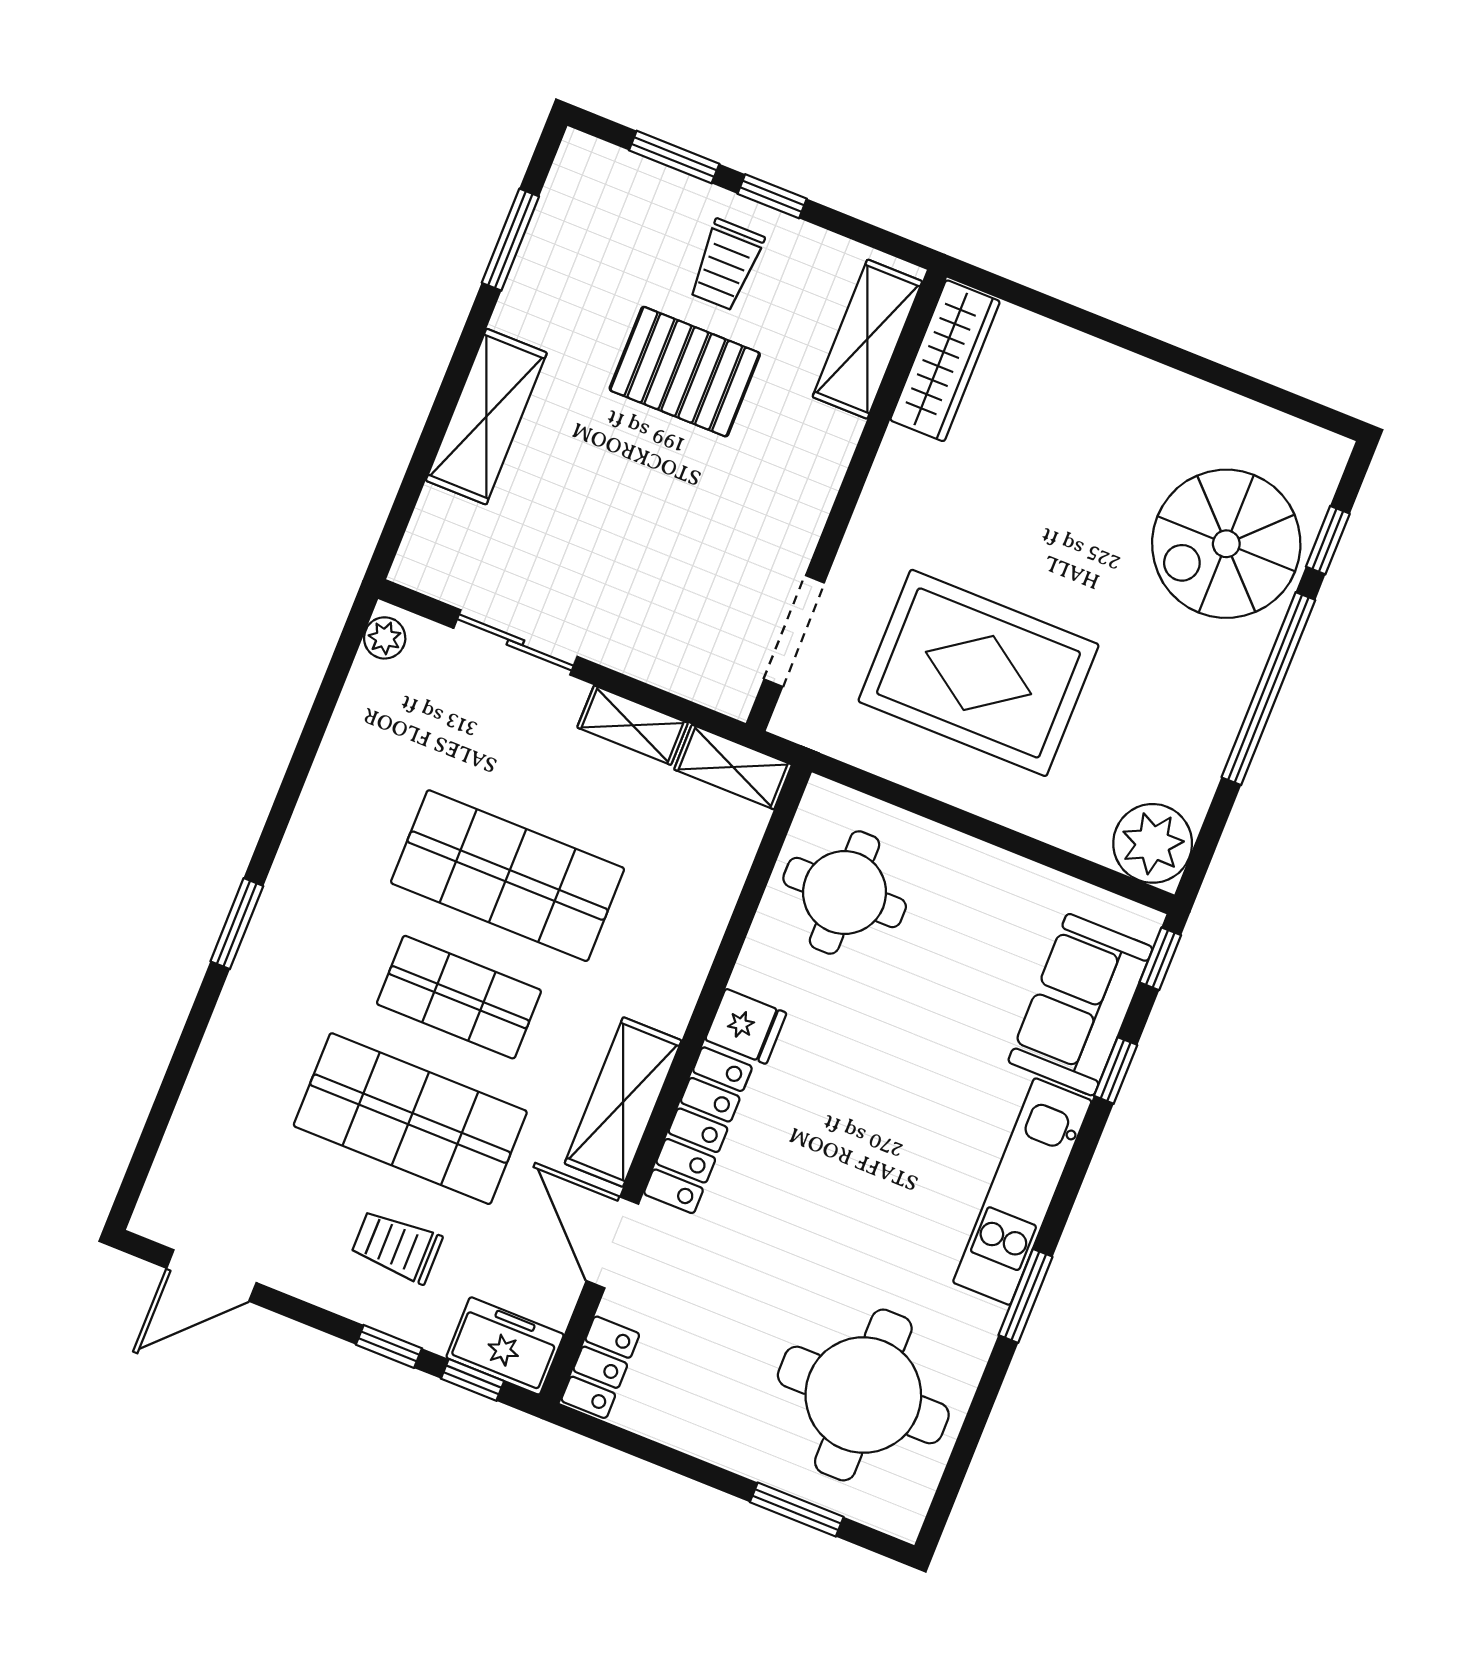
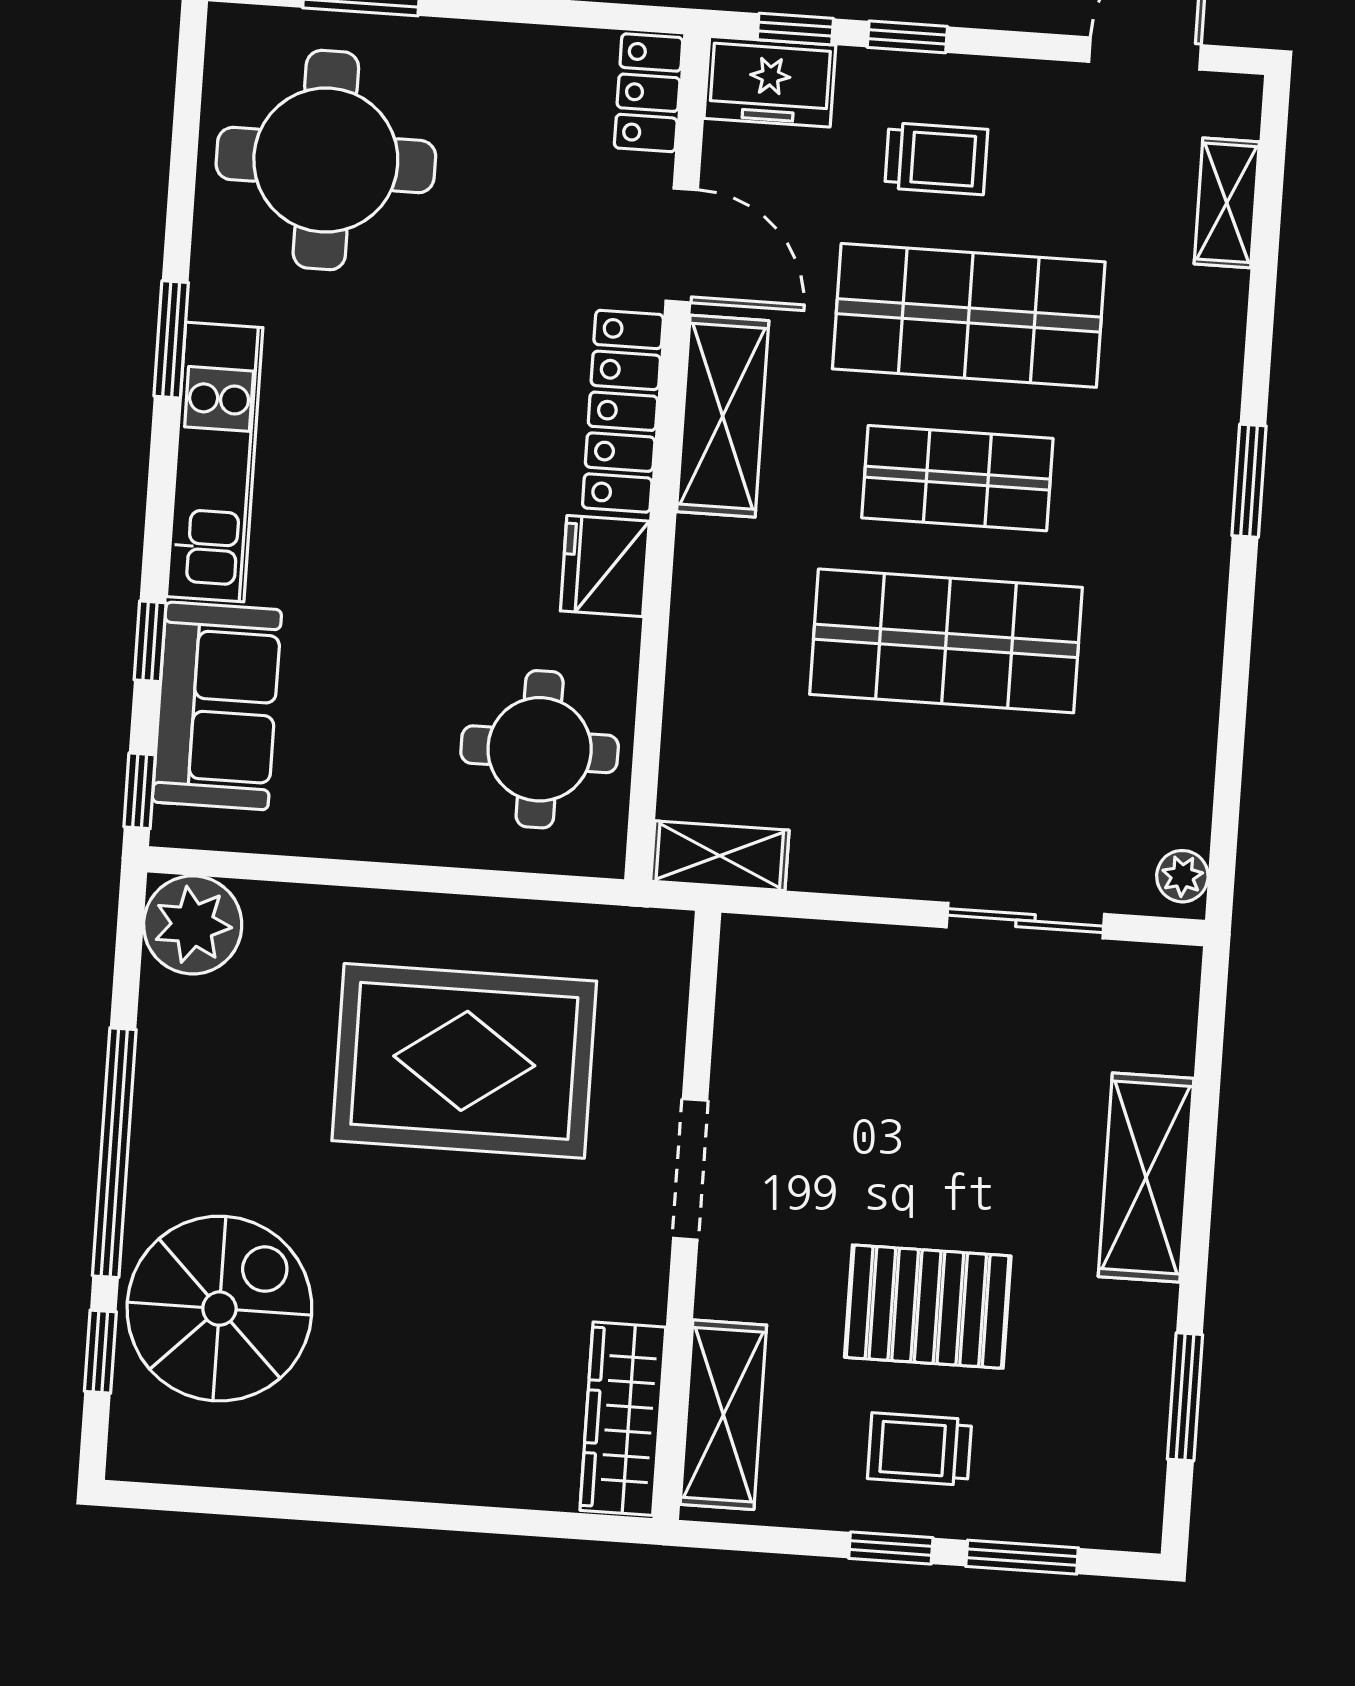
trolley: (726, 265) -> (920, 1449), turned -90
doorway: (794, 631) -> (690, 1169), moved
shelving: (632, 725) -> (1227, 203), moved, turned 90
fridge: (746, 1026) -> (605, 566), width x1.38

